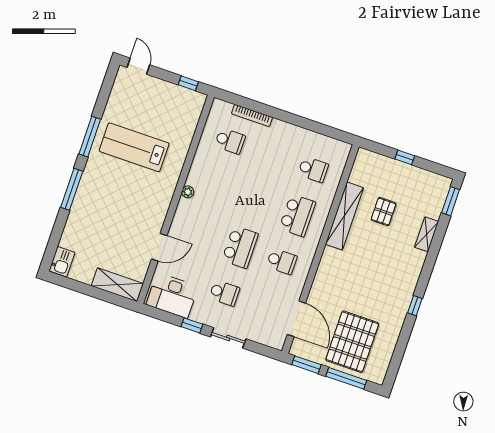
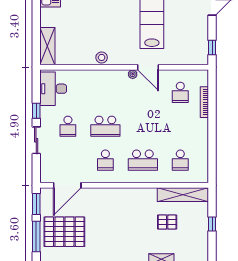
shelving: (344, 216) -> (183, 195), moved
stool: (154, 223) -> (102, 57), added
door: (159, 247) -> (148, 67), moved

